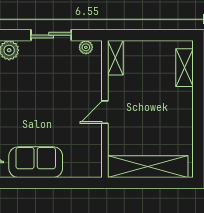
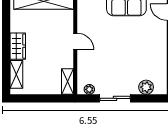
wardrobe: (183, 106) -> (18, 46), added
door: (105, 112) -> (75, 41), hinge flipped

